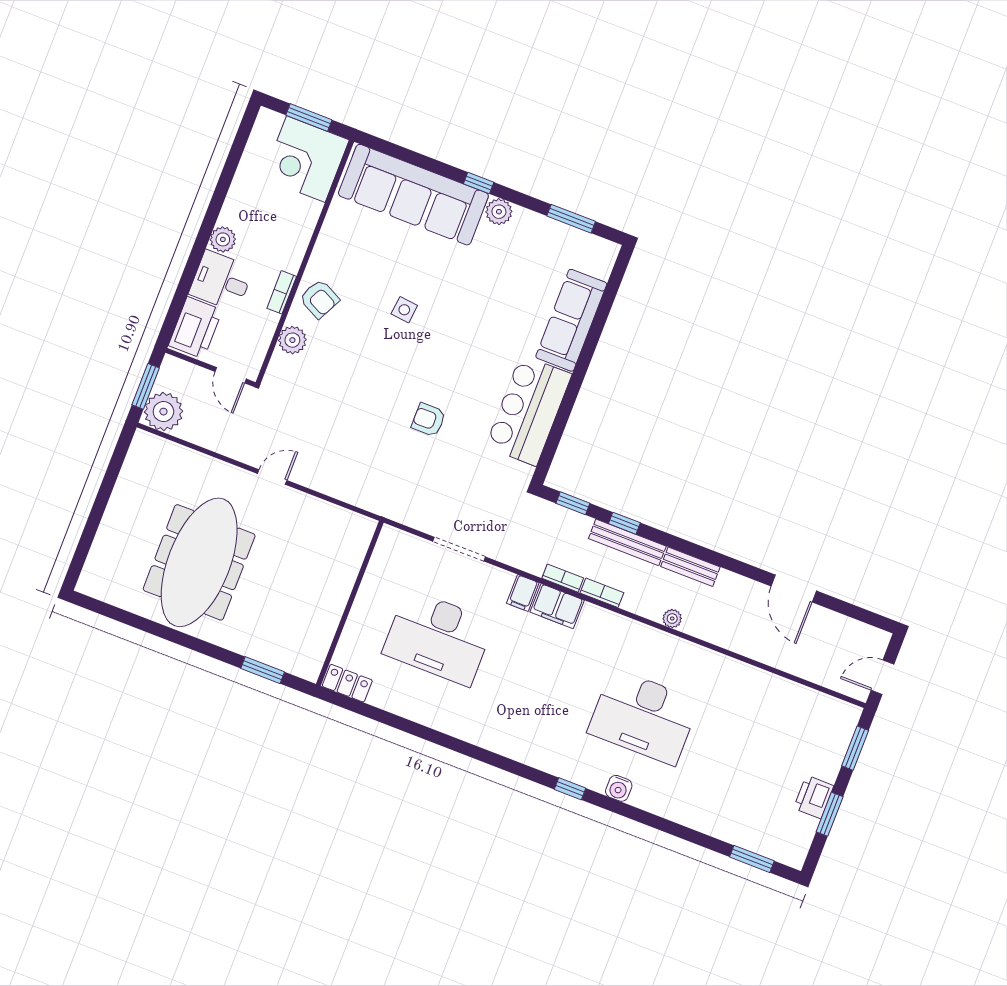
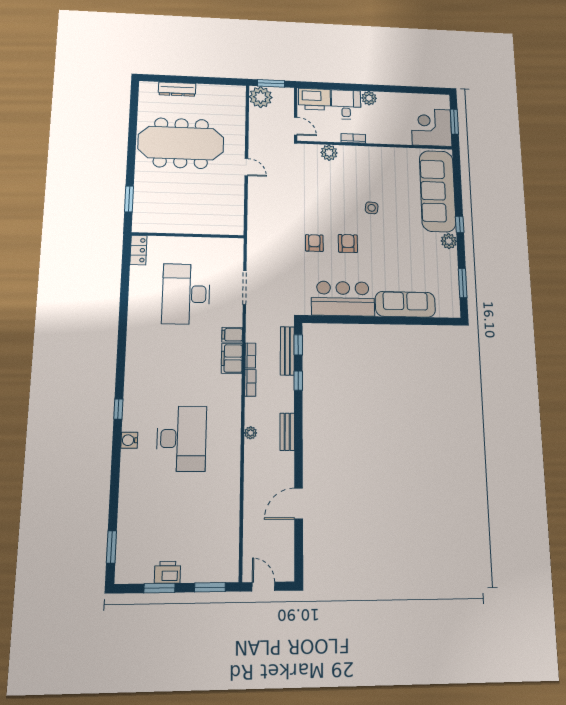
armchair: (319, 299) -> (348, 243), moved, turned 153
door: (231, 375) -> (296, 126), swing flipped
dresser: (107, 537) -> (177, 89), added
bench: (627, 542) -> (287, 351), moved
desk: (644, 717) -> (181, 439), turned 180

